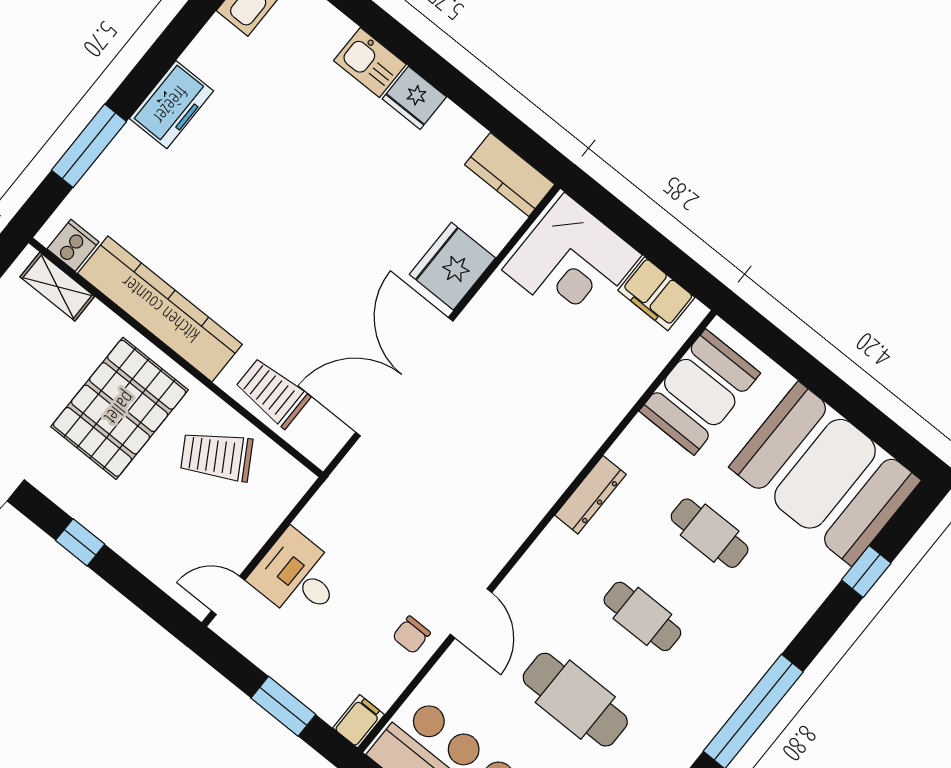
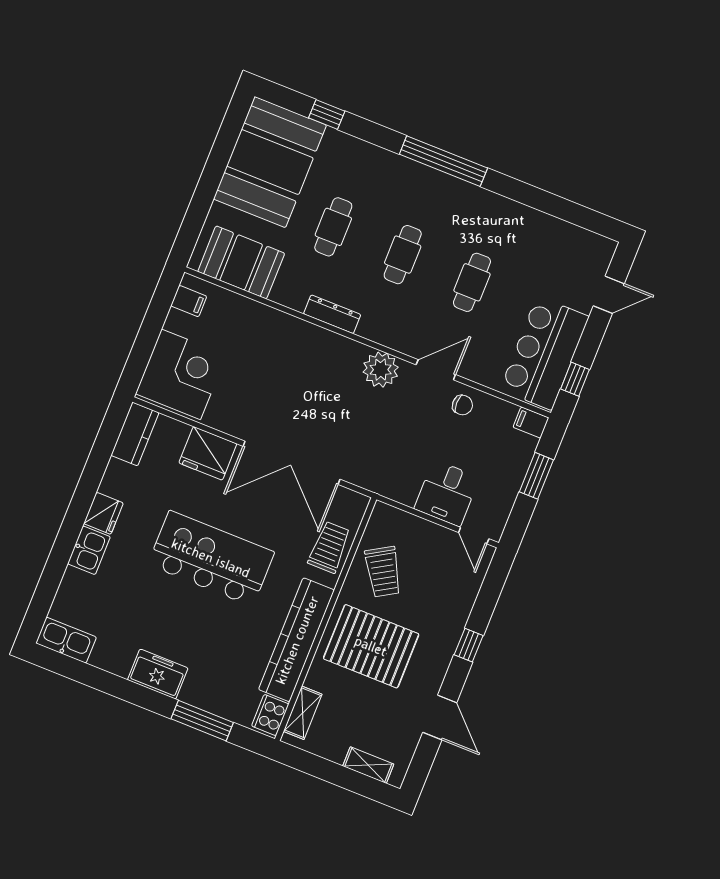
kitchen island: (307, 226) -> (211, 558), added
cooker: (73, 245) -> (270, 715), width x1.36
filing cabinet: (656, 294) -> (189, 301), width x0.50
trolley: (273, 393) -> (329, 547), turned 180
plant: (494, 538) -> (381, 370), added
cafe table: (575, 700) -> (472, 282), width x0.73, depth x0.74

